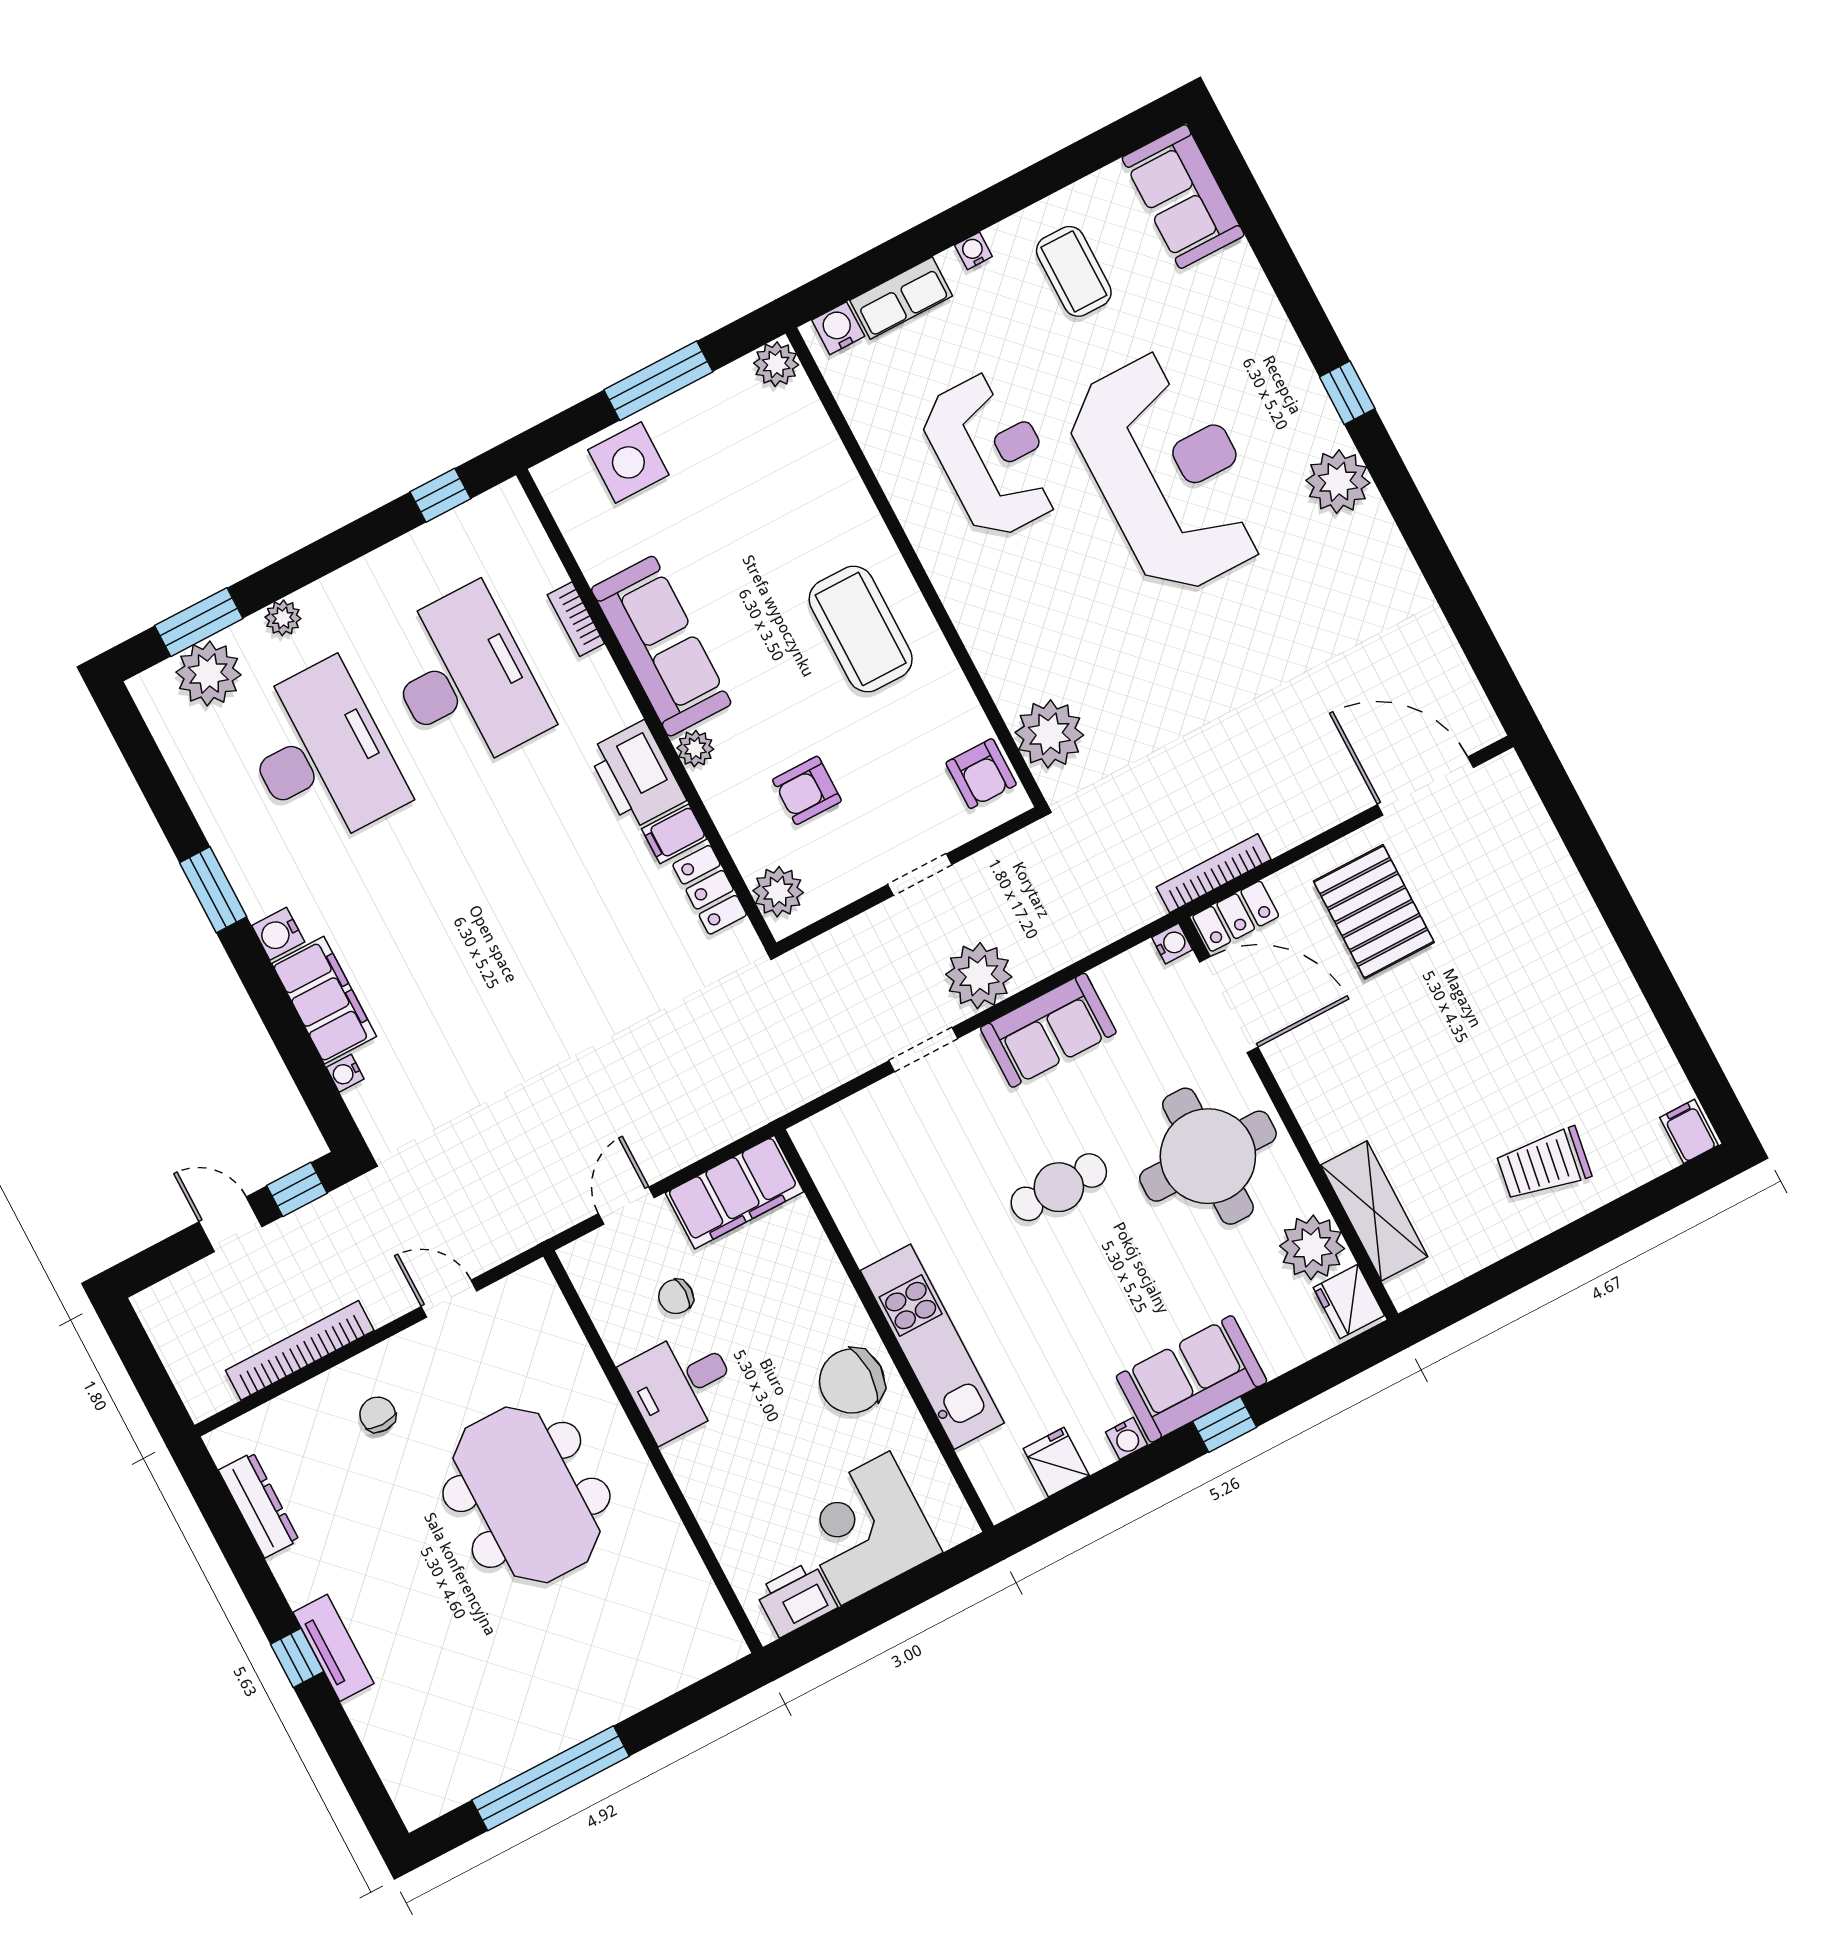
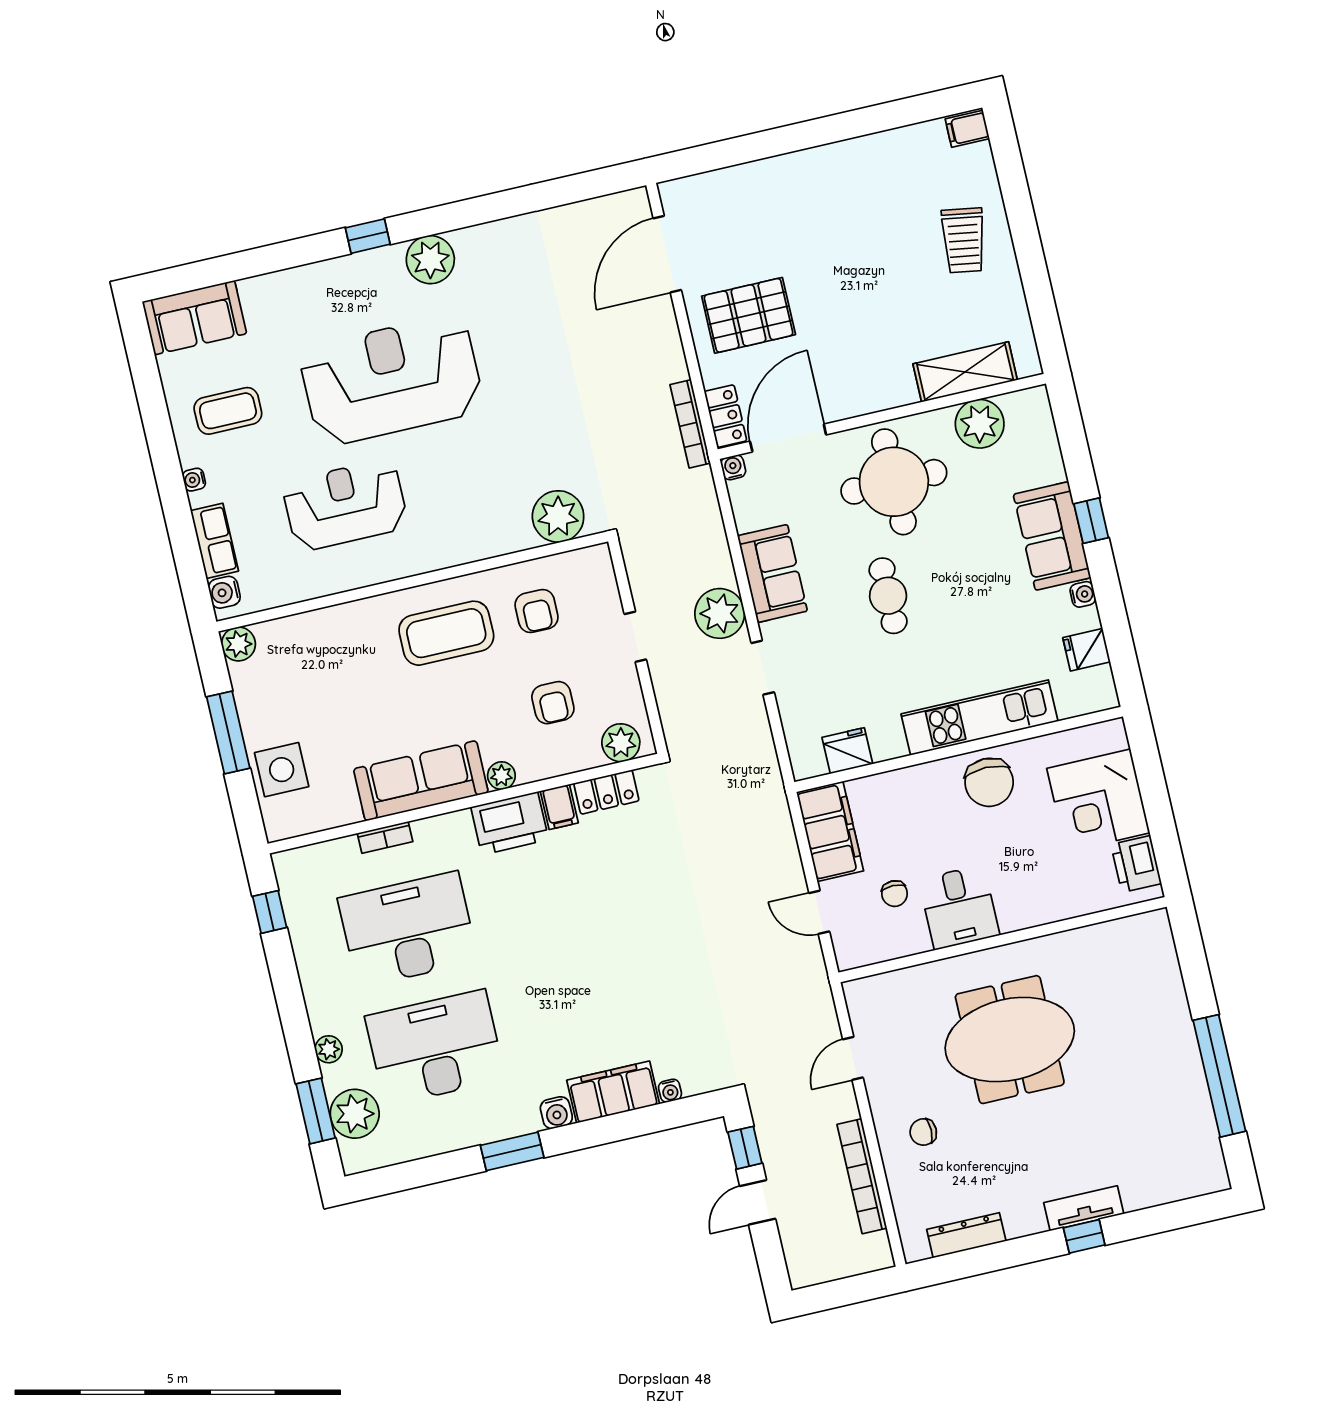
armchair: (981, 774) -> (537, 611), moved, turned 90
fridge: (1349, 1301) -> (847, 751), moved, turned 180

